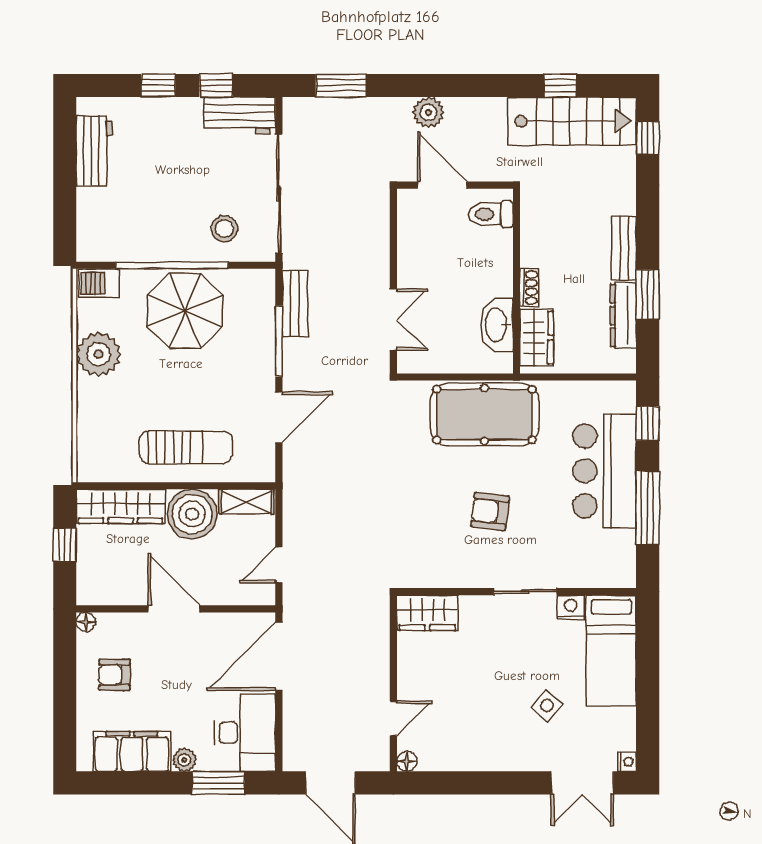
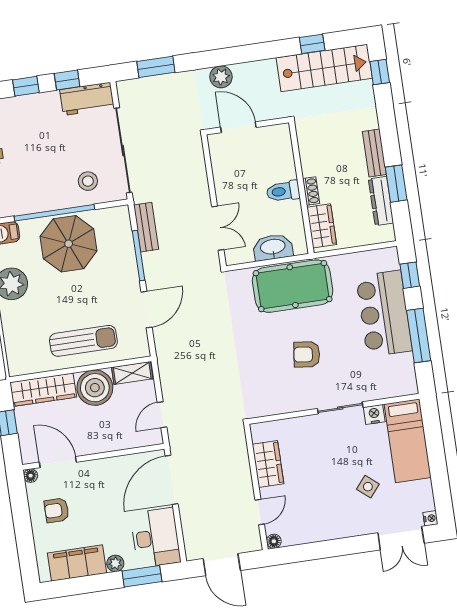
toilet: (491, 214) -> (283, 191), moved
washbasin: (497, 325) -> (273, 247), moved, turned 90
door: (174, 609) -> (58, 462), moved
wardrobe: (427, 613) -> (268, 464), moved, turned -90

